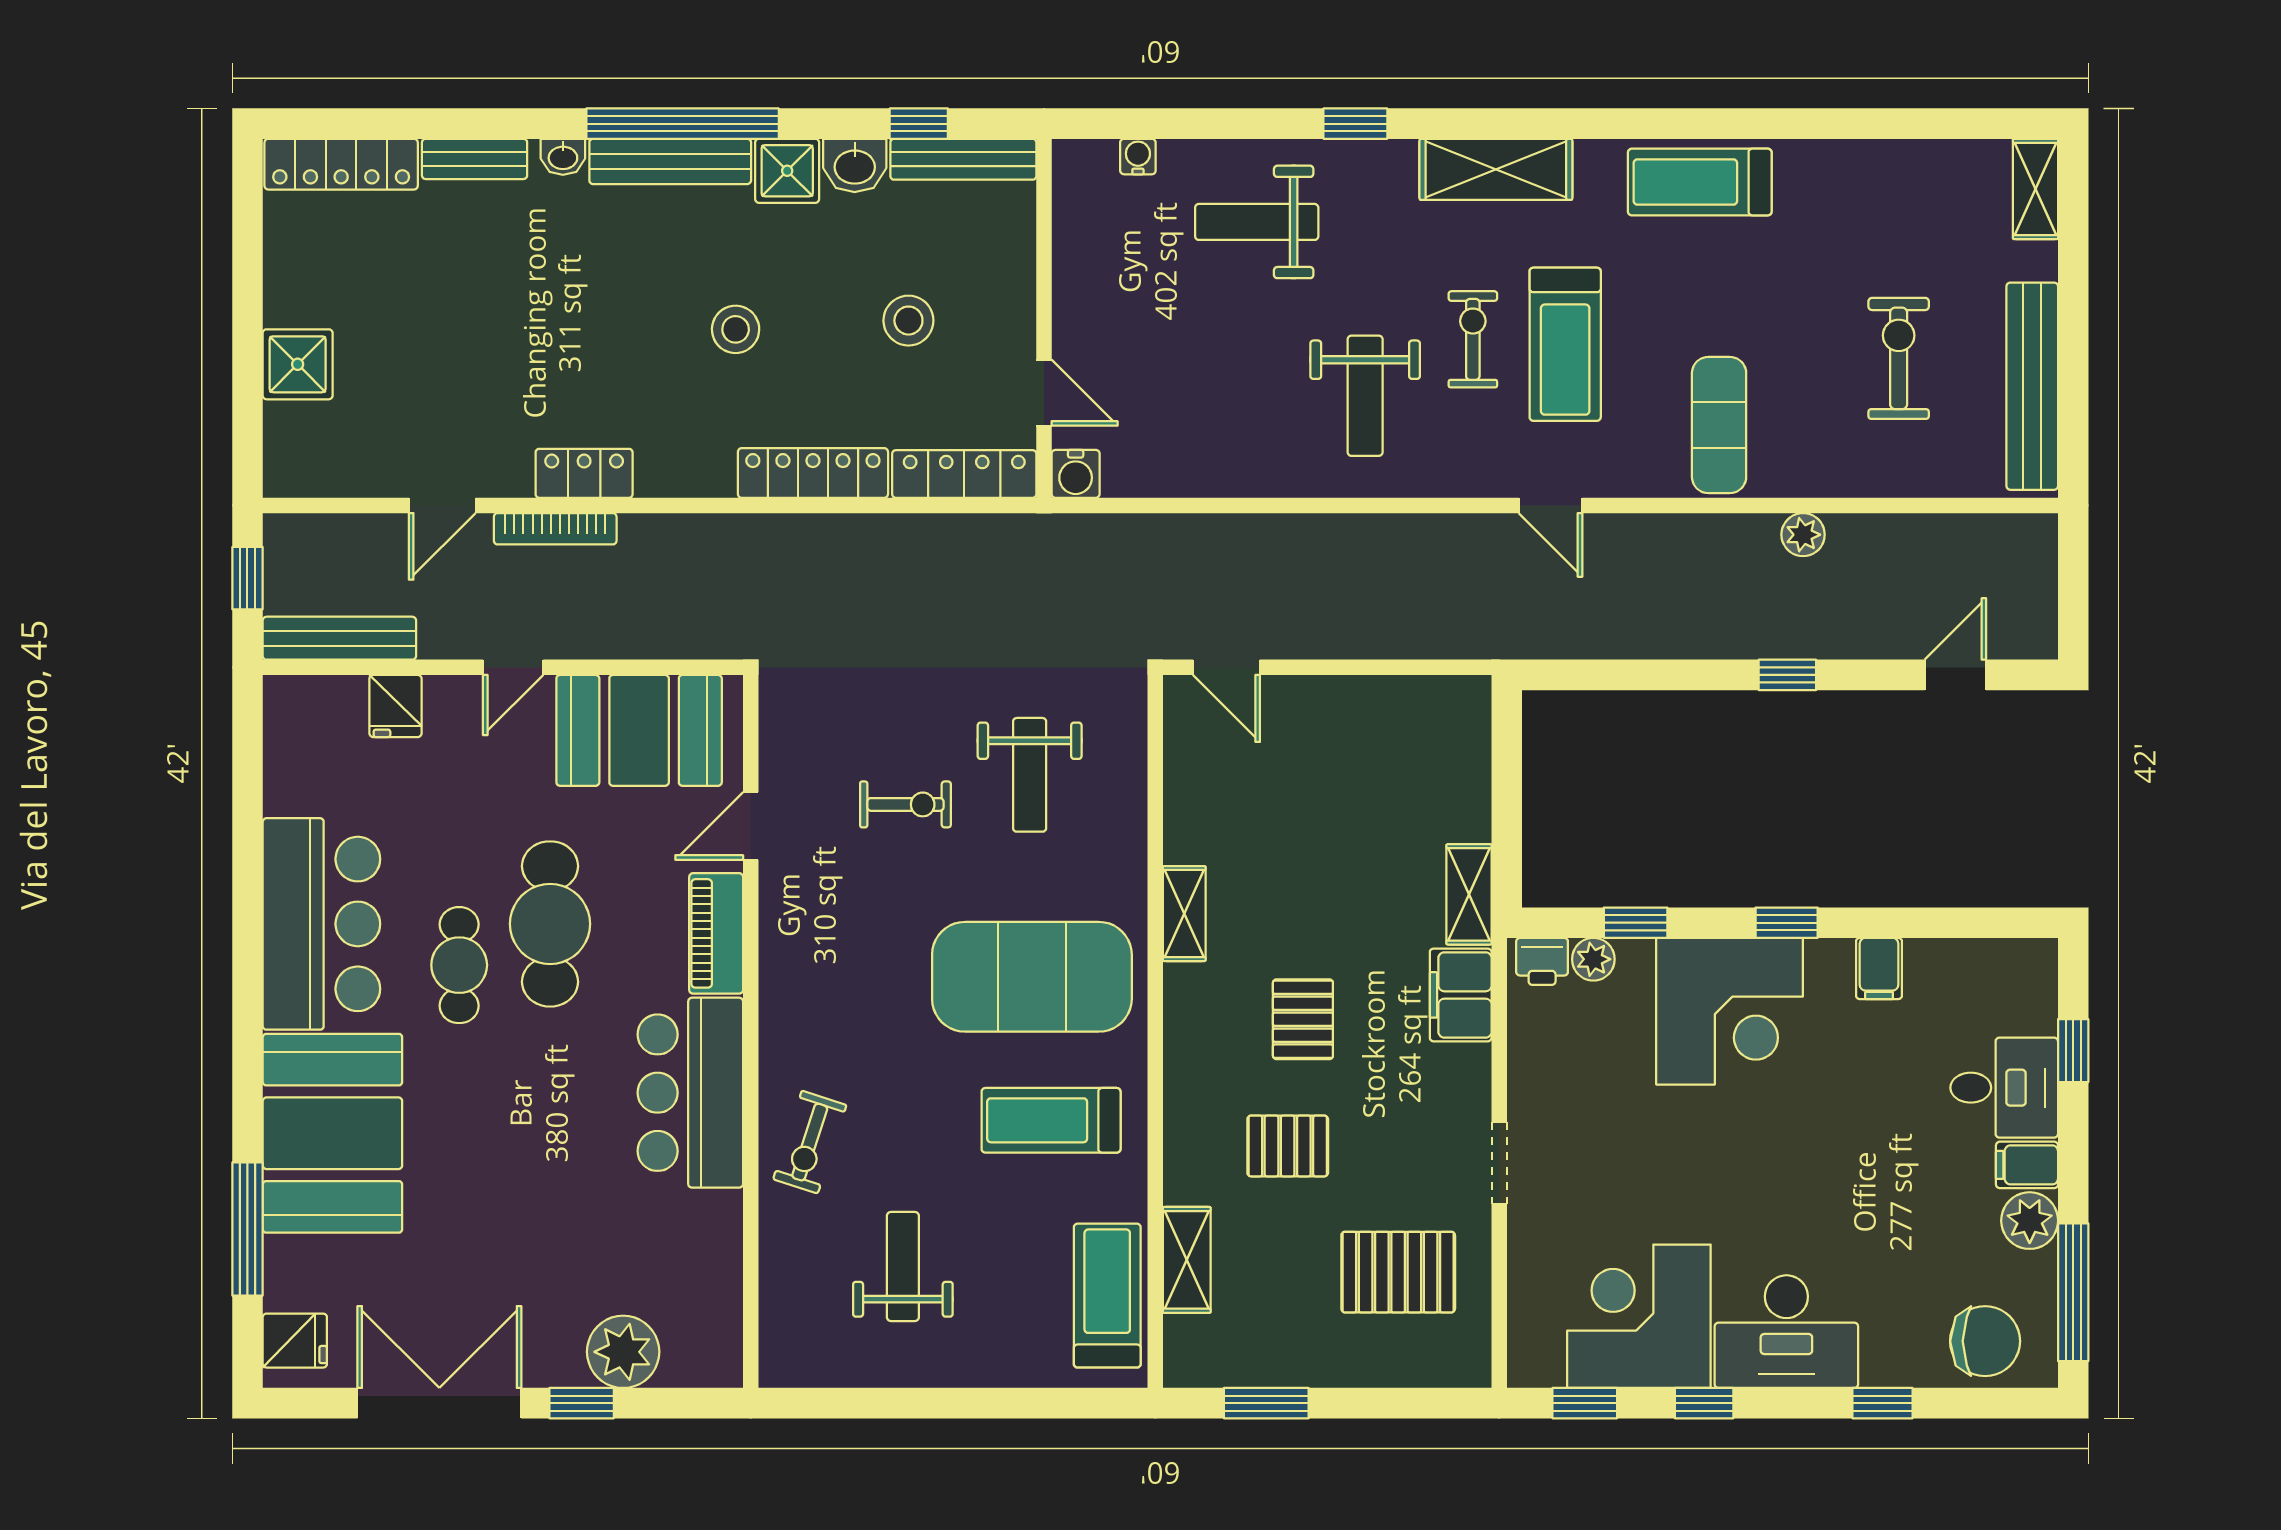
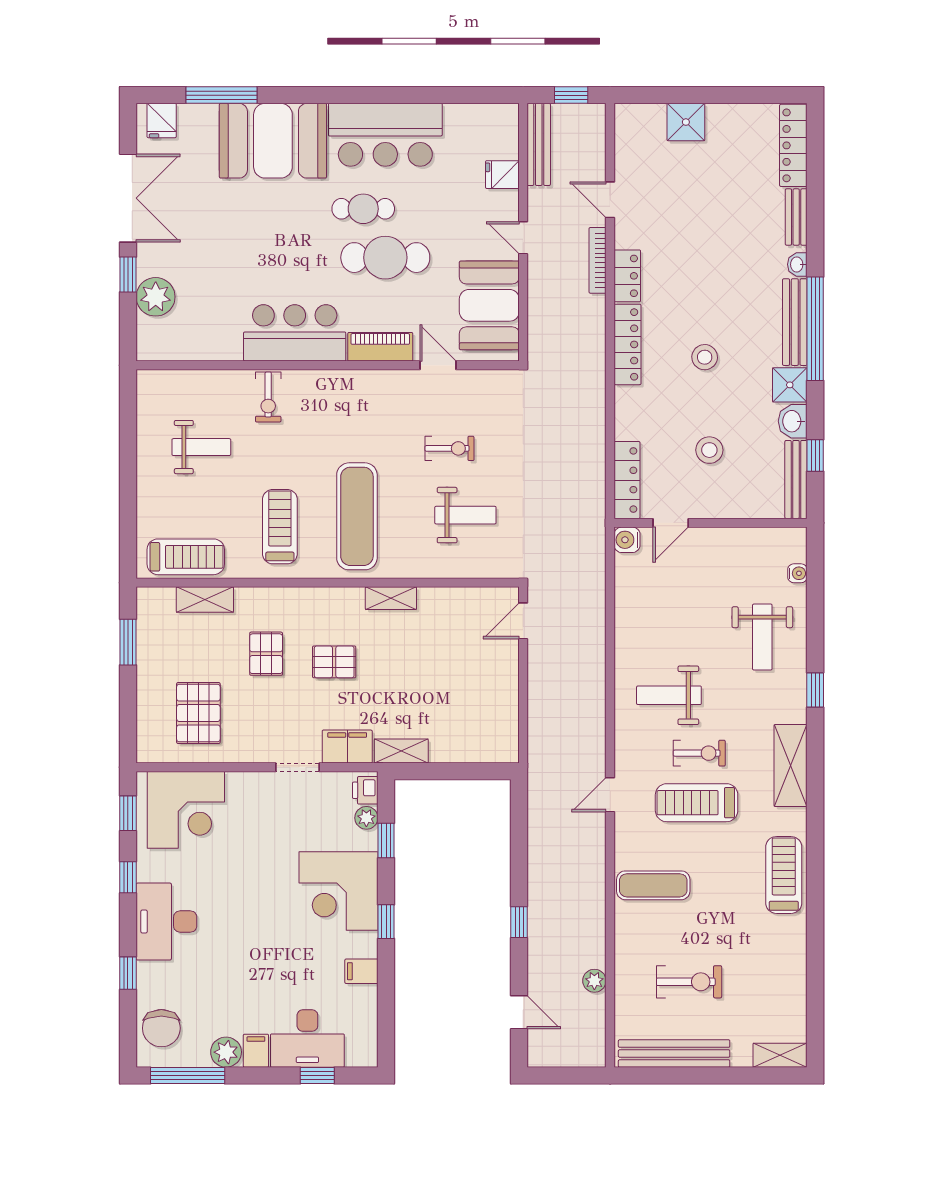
weight bench: (1257, 222) -> (762, 637), turned 180
locker: (813, 473) -> (627, 344), moved
plant: (1803, 535) -> (594, 981), moved
weight bench: (1030, 775) -> (465, 515), turned 180
exercise bike: (905, 804) -> (449, 448), turned -90
exercise mat: (1032, 977) -> (357, 516), width x0.68
desk: (2004, 1088) -> (307, 1038), width x1.37
exercise bike: (810, 1142) -> (268, 397), turned -108
doorway: (1499, 1163) -> (298, 767), moved
corner desk: (1639, 1316) -> (186, 810), moved, turned 90

